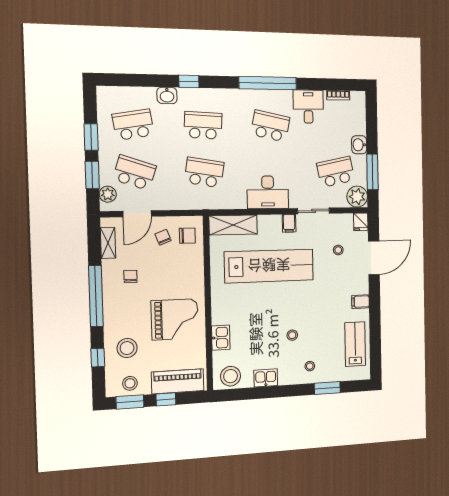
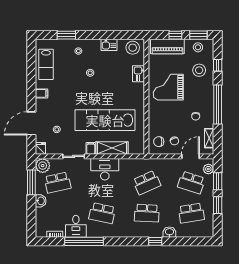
window: (268, 83) -> (84, 241), moved
school desk: (204, 172) -> (147, 183), turned -33
shelving: (233, 225) -> (112, 148), moved

